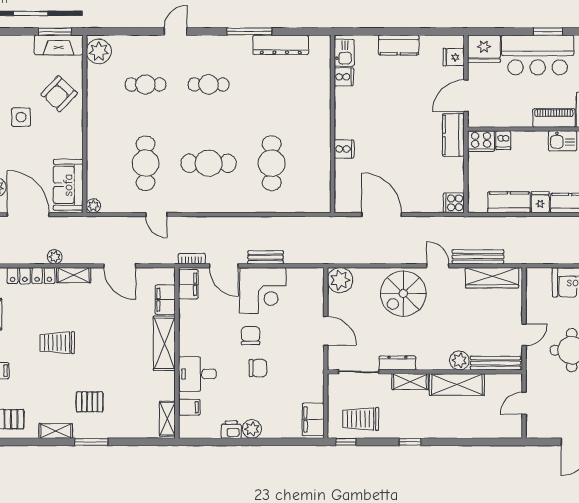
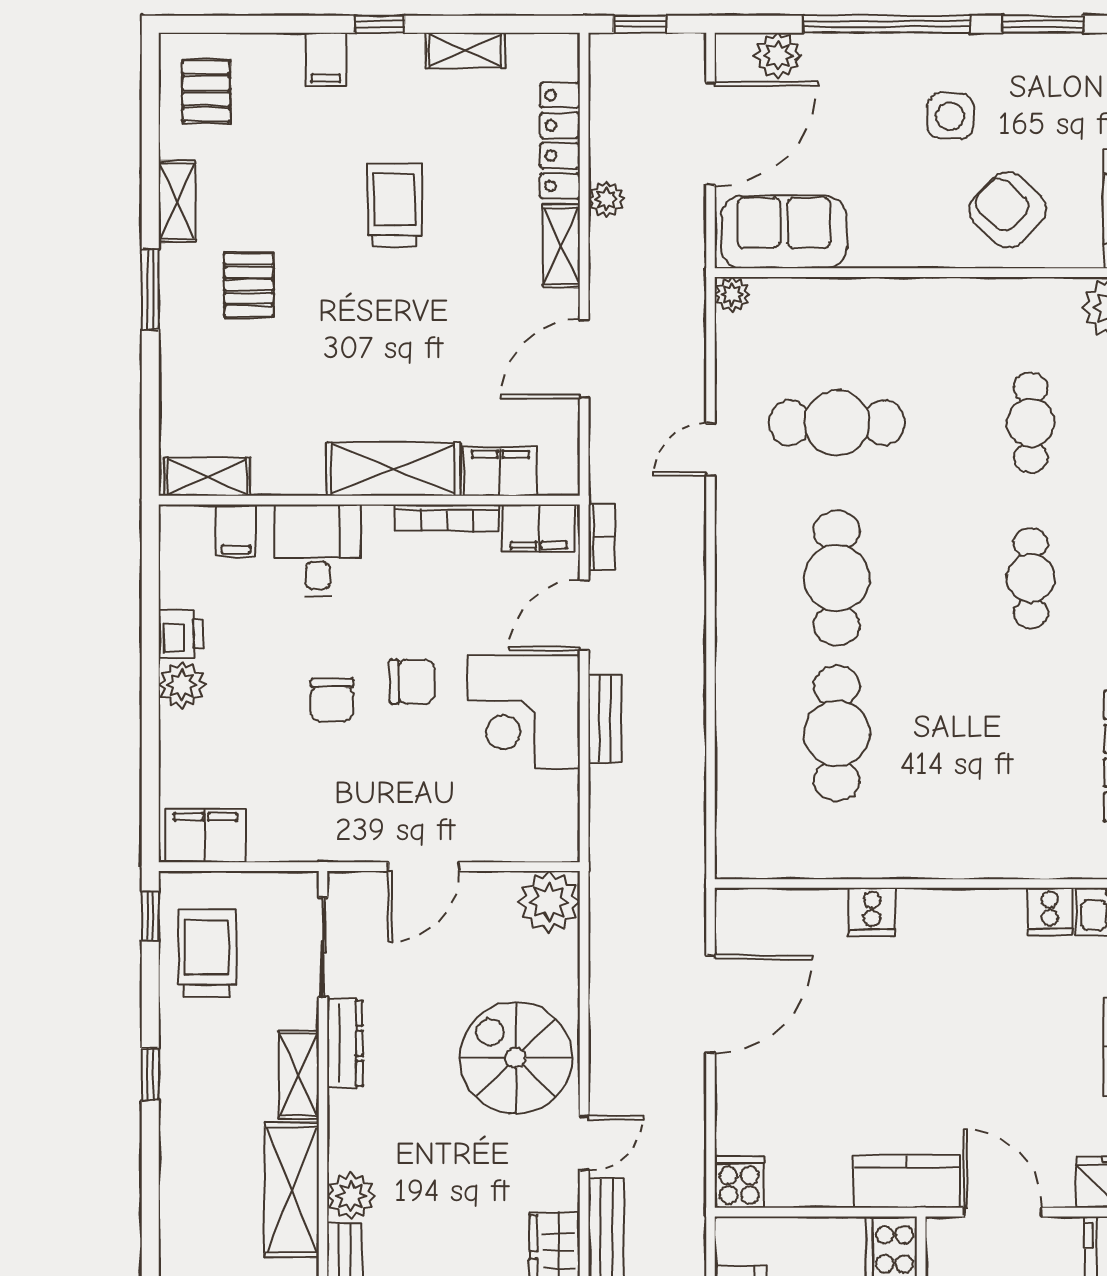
cafe table: (272, 163) -> (837, 733), turned 90
bookcase: (184, 321) -> (447, 518), added

